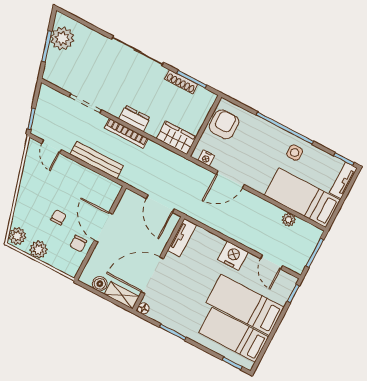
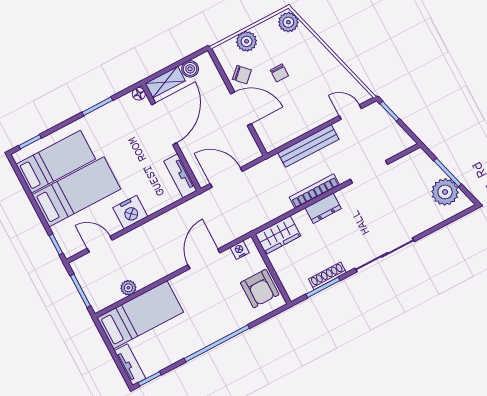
side table: (295, 153) -> (188, 337), removed
chair: (78, 244) -> (242, 75), turned 136
plant: (38, 250) -> (247, 41), moved

